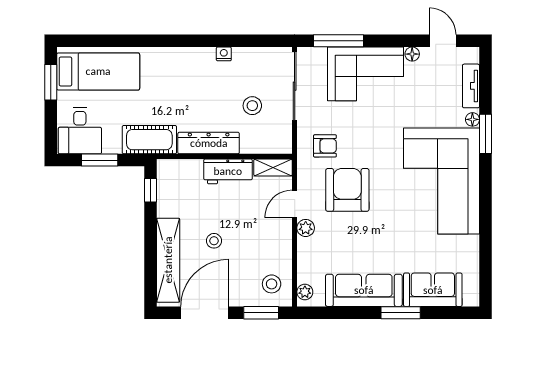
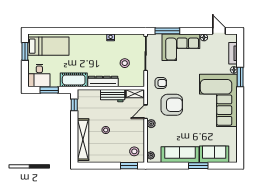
armchair: (347, 190) -> (172, 105), turned 90
door: (205, 313) -> (101, 166), removed

